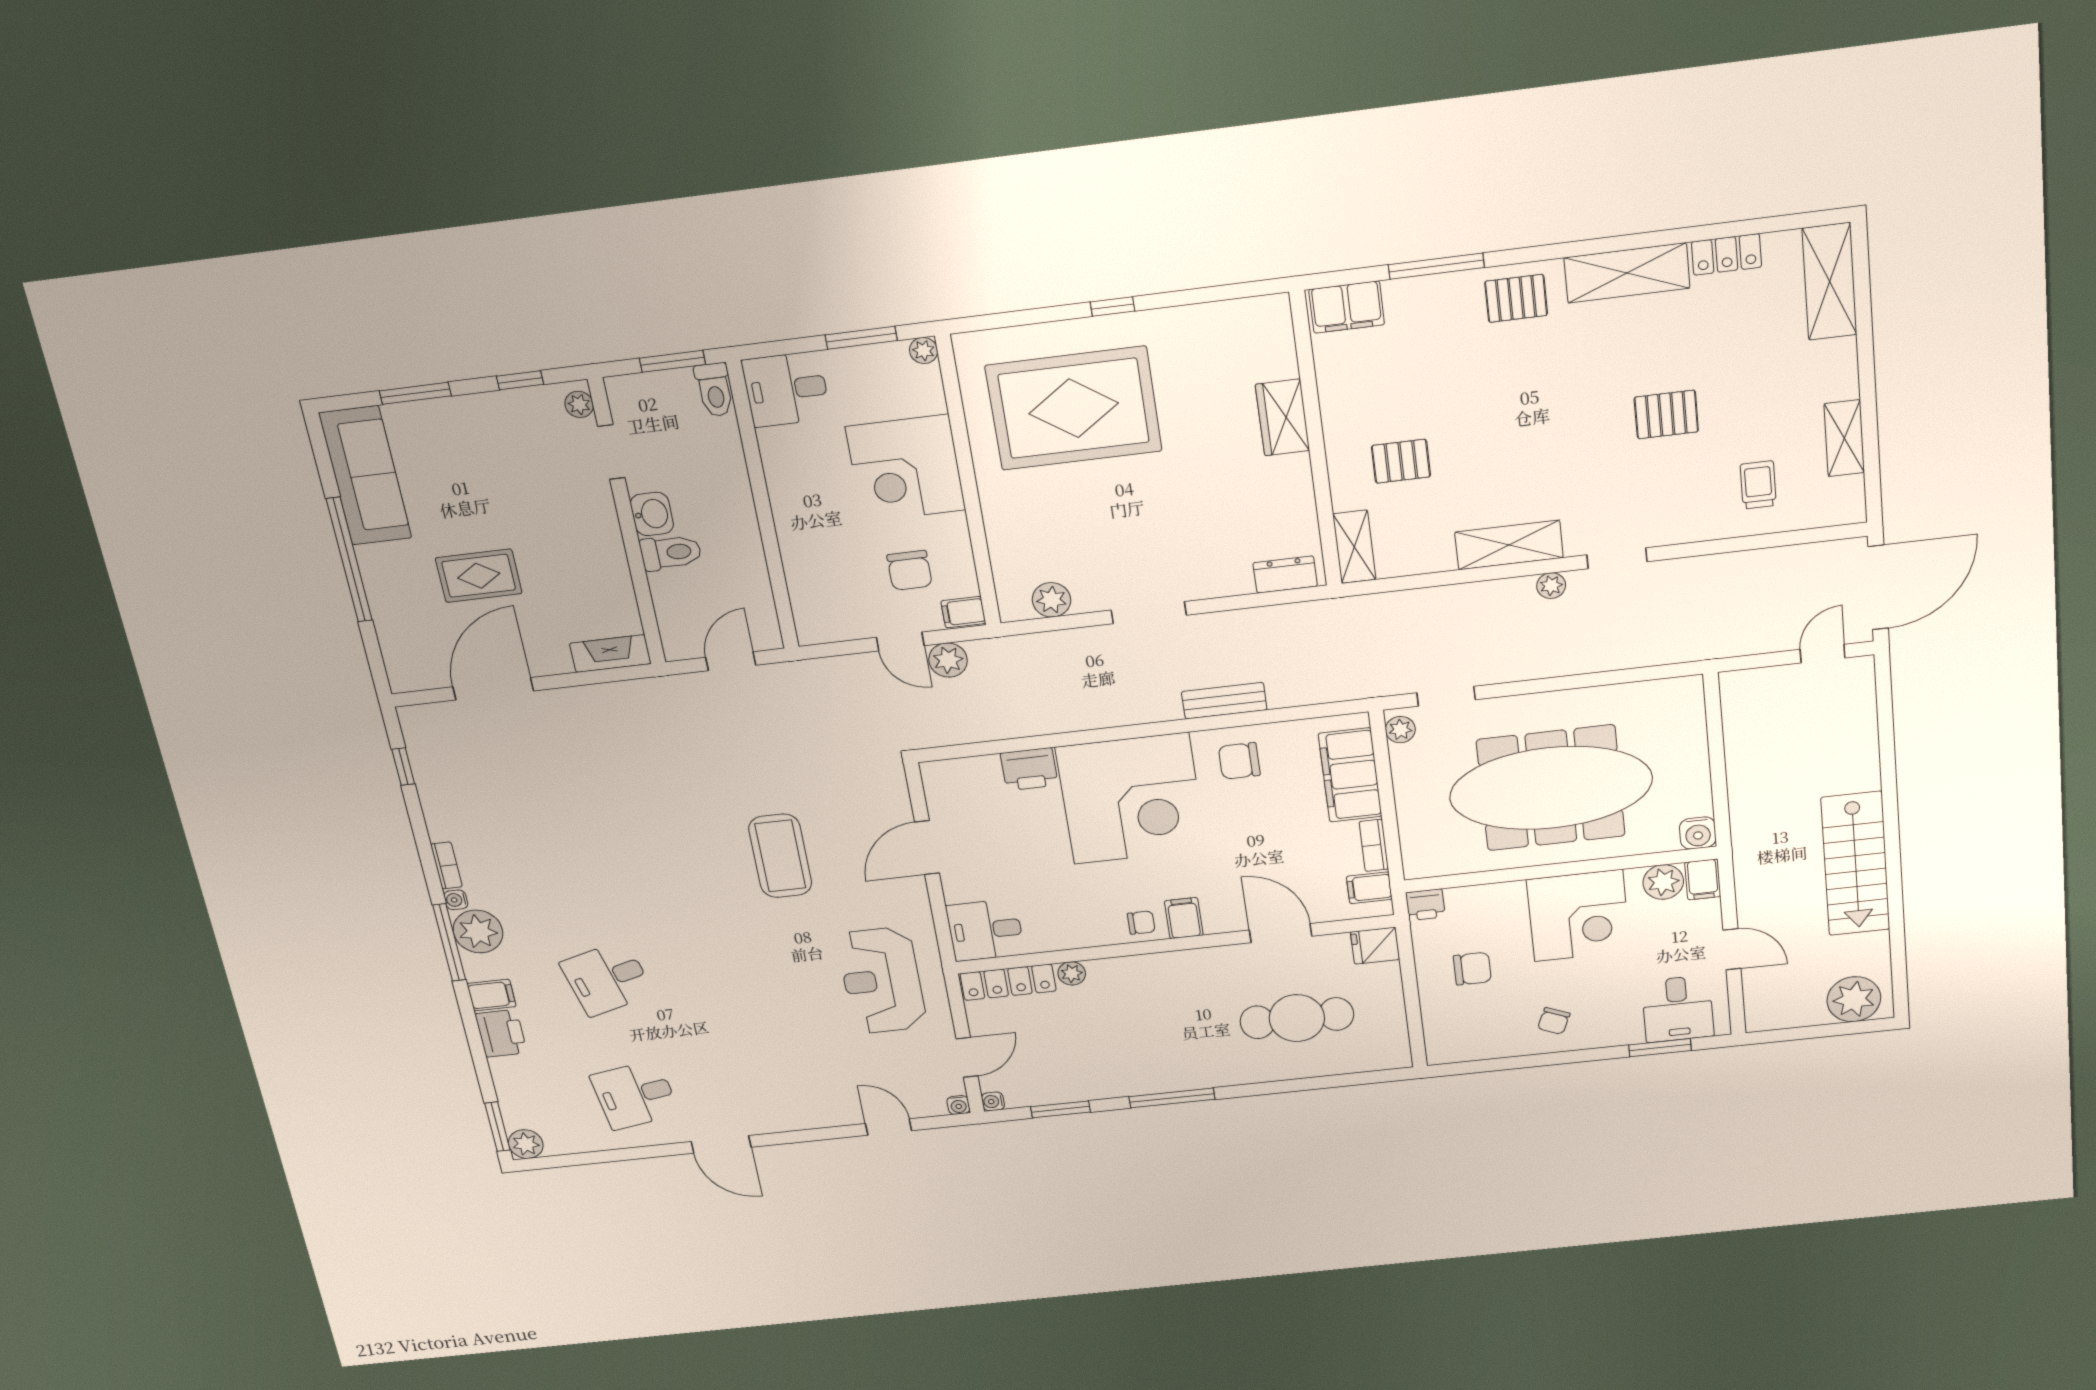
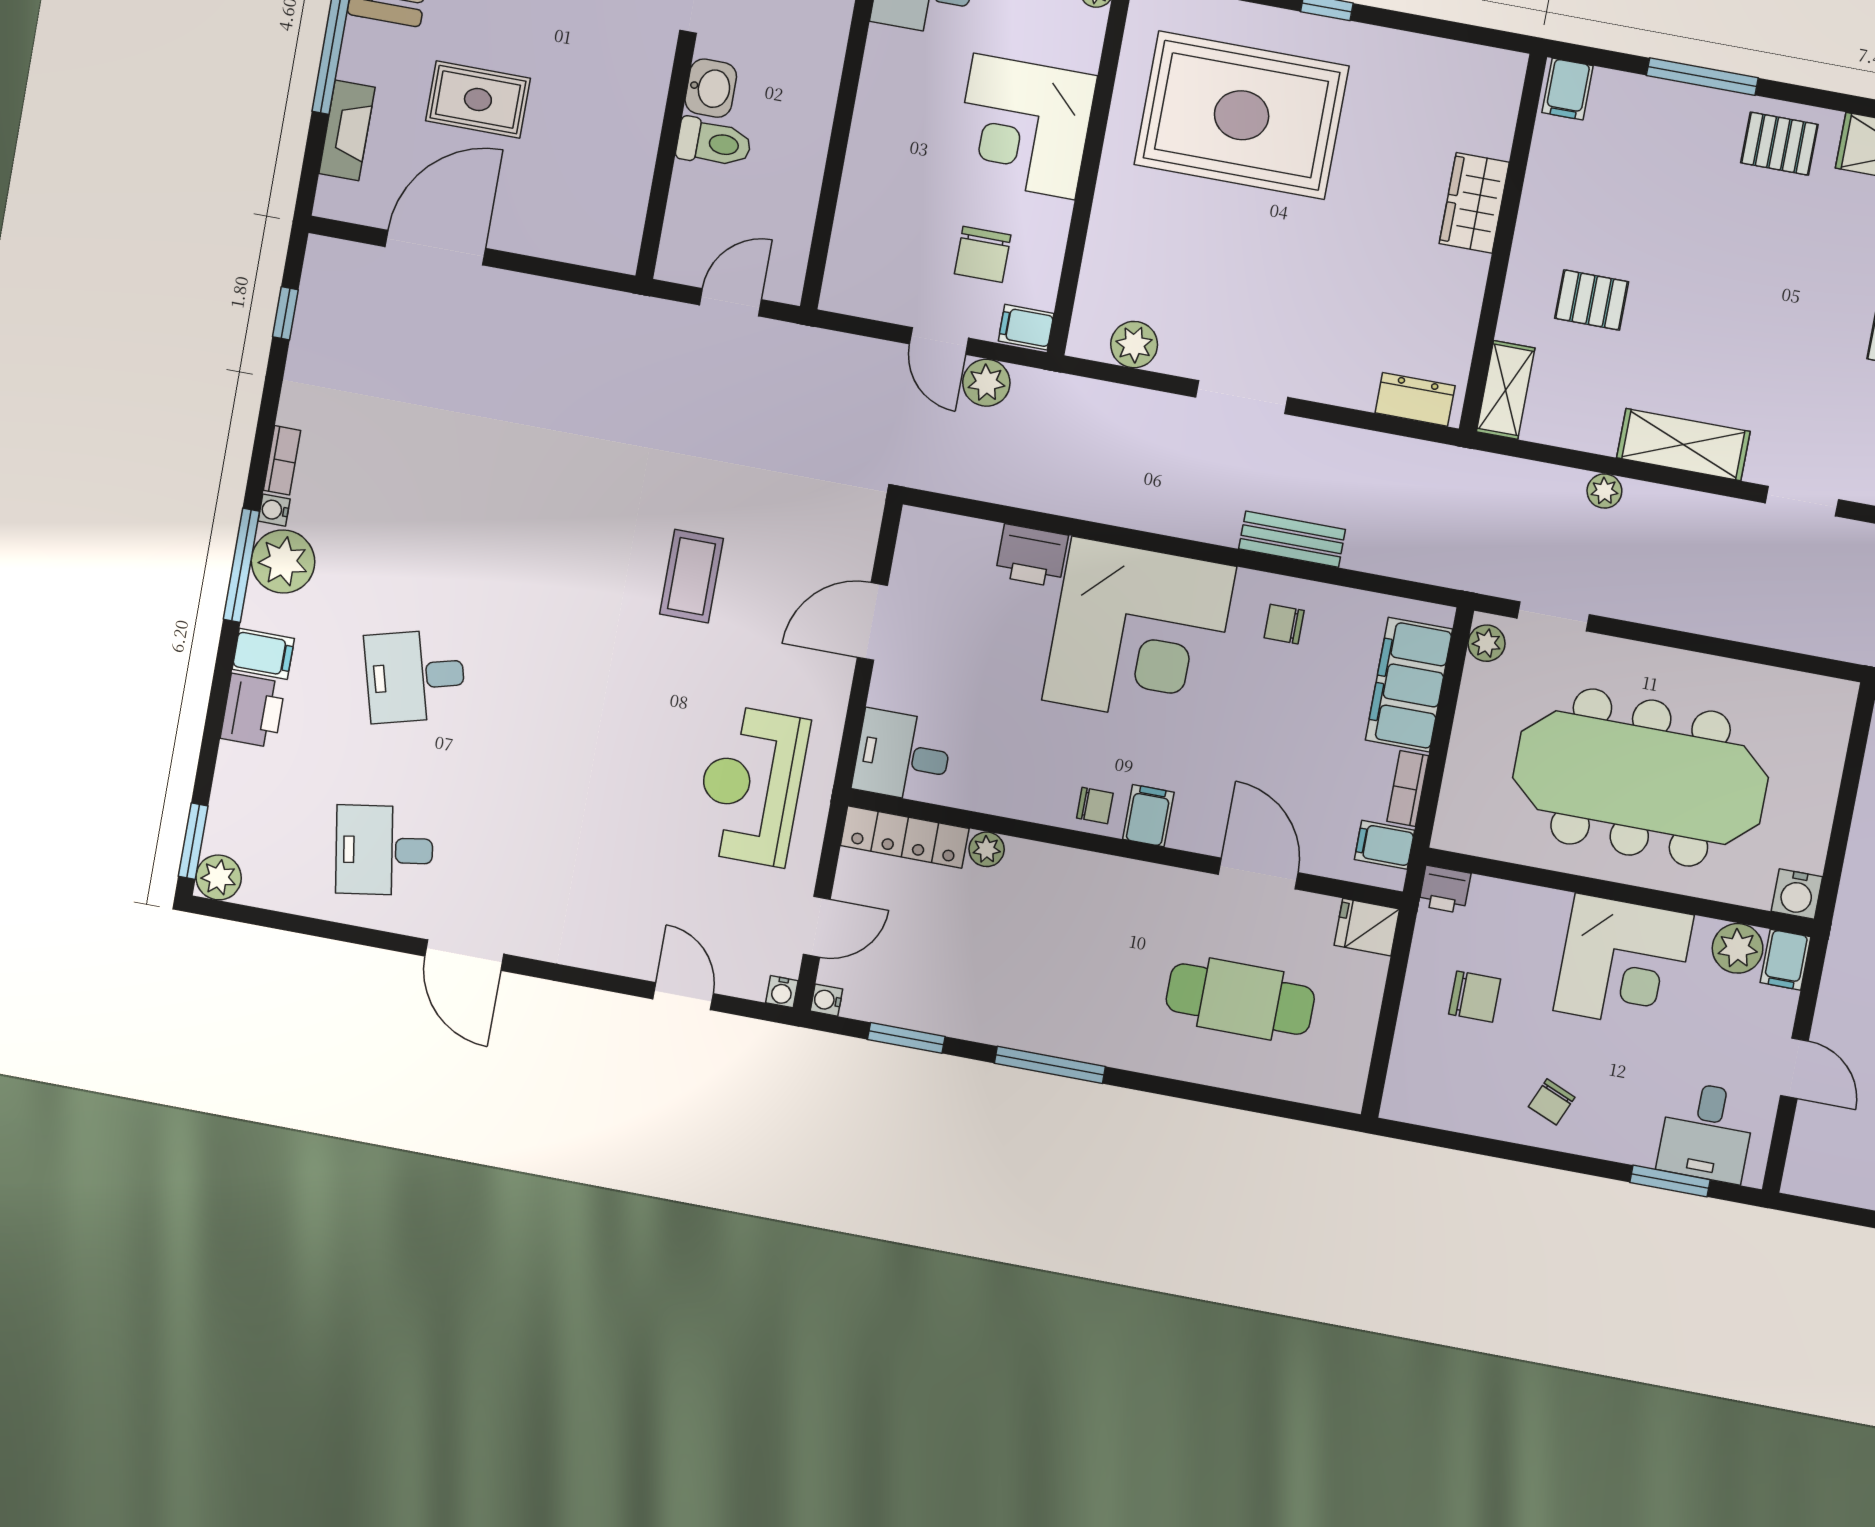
filing cabinet: (1347, 307) -> (1568, 89), width x0.50
plant: (1551, 586) -> (1604, 491), moved
fireplace: (610, 654) -> (347, 130), moved, turned 90
chair: (1239, 761) -> (1284, 624), width x0.73, depth x0.73
coffee table: (780, 856) -> (691, 576), width x0.73, depth x0.76

